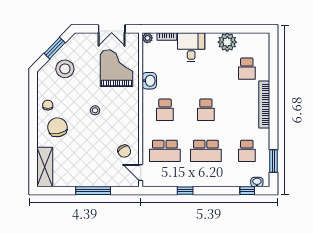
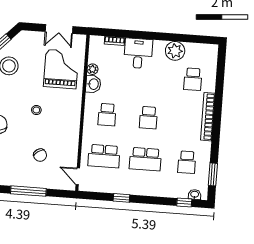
plant: (147, 38) -> (93, 69), moved
chair: (124, 151) -> (40, 155), moved

